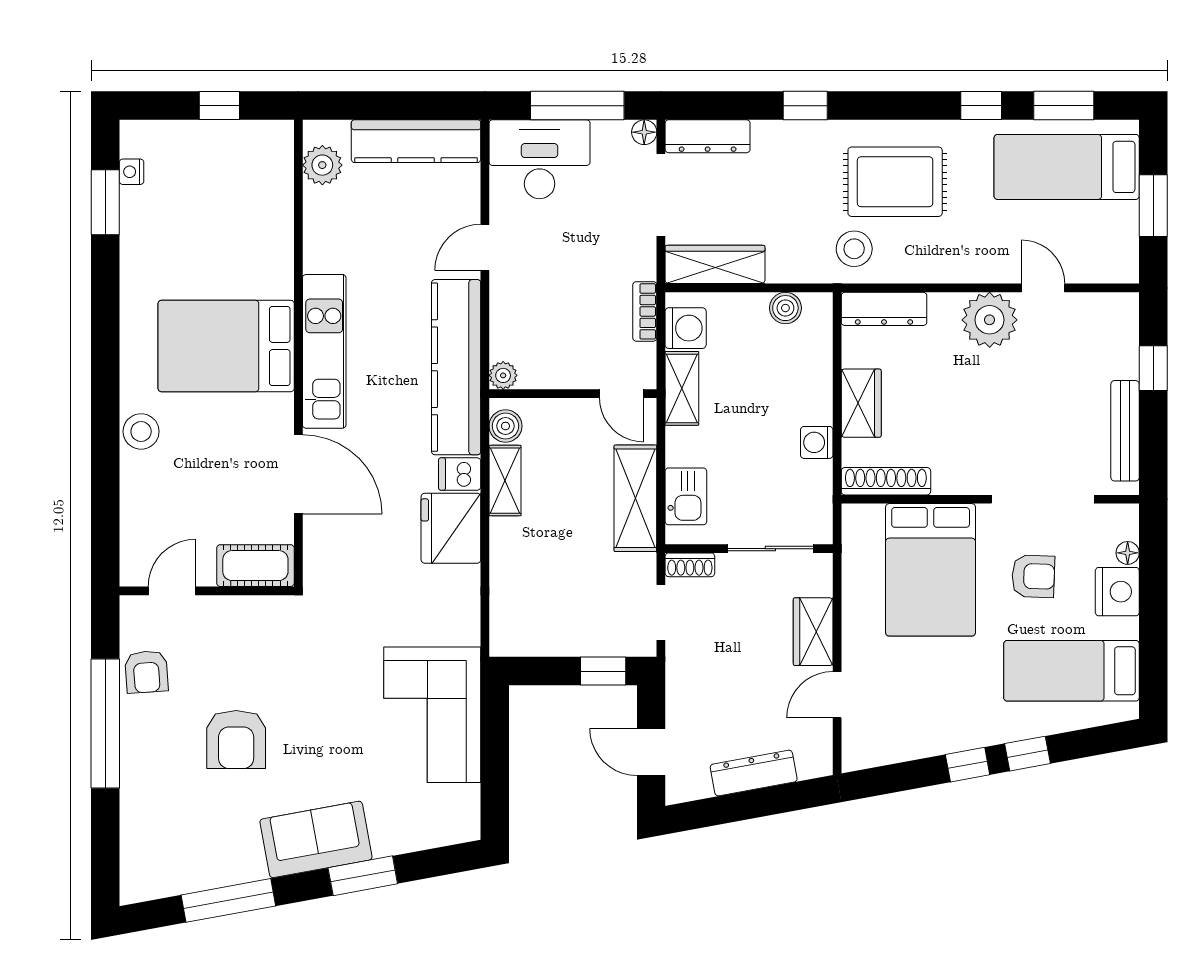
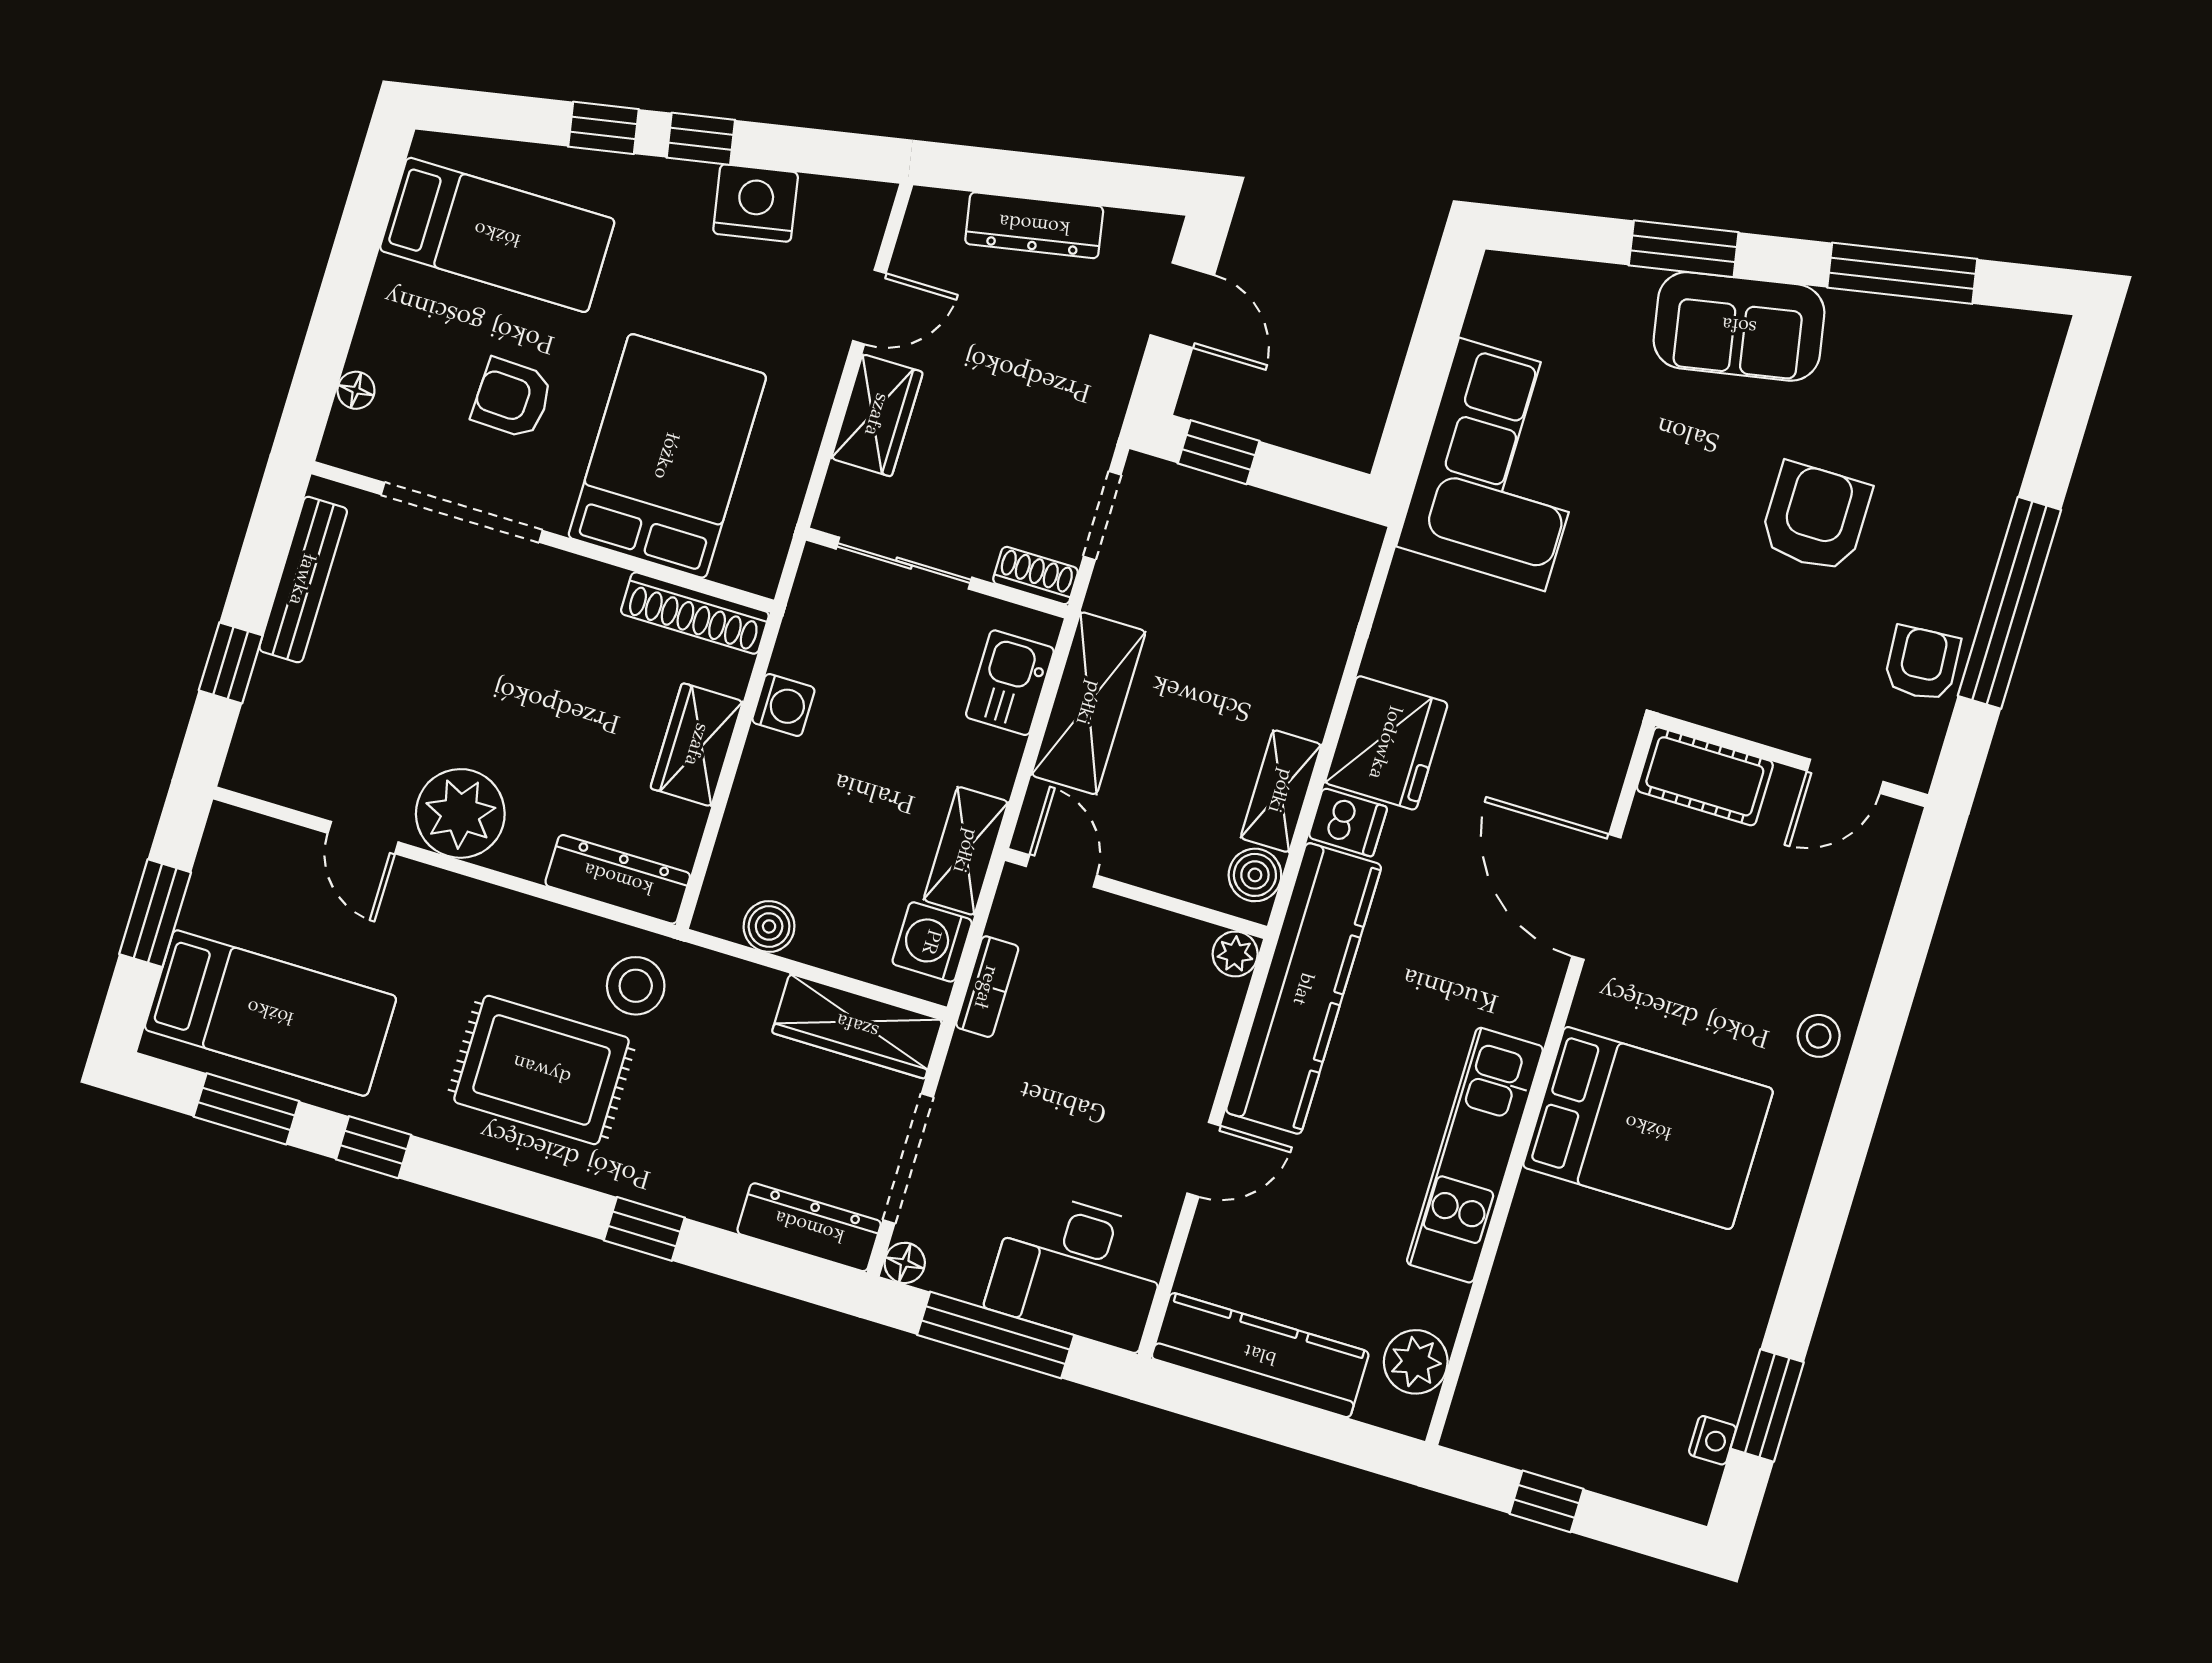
kitchen unit: (324, 351) -> (1475, 1155), moved
stool: (141, 431) -> (1819, 1036), width x0.73, depth x0.73
nightstand: (1117, 592) -> (756, 203), moved, turned 80

